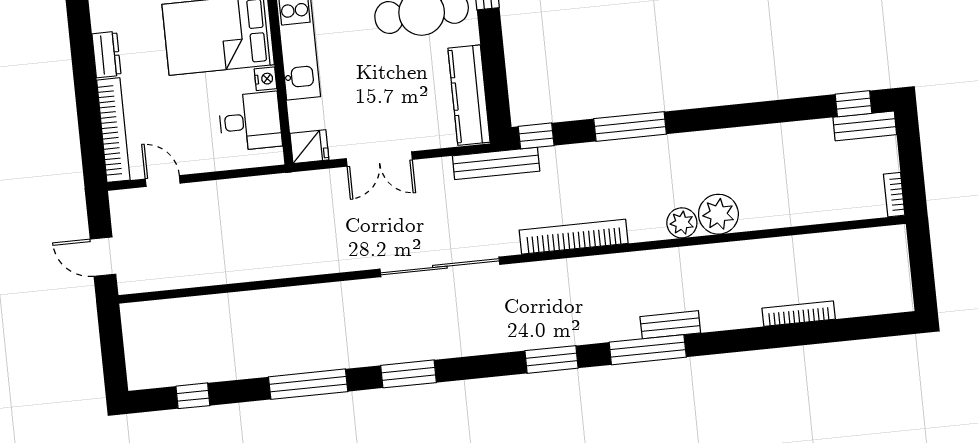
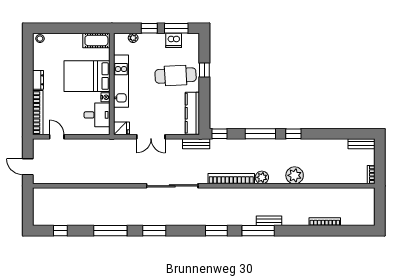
window: (853, 104) -> (293, 134), moved
bench: (496, 163) -> (196, 144), width x0.73
plant: (682, 223) -> (262, 177), moved

